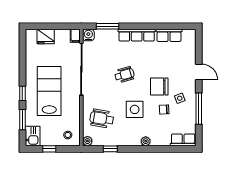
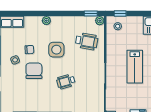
chair: (159, 86) -> (34, 71), turned -90
lab bench: (49, 91) -> (135, 67), width x0.73, depth x0.72
window: (49, 149) -> (120, 14), moved
window: (110, 149) -> (91, 14), moved

